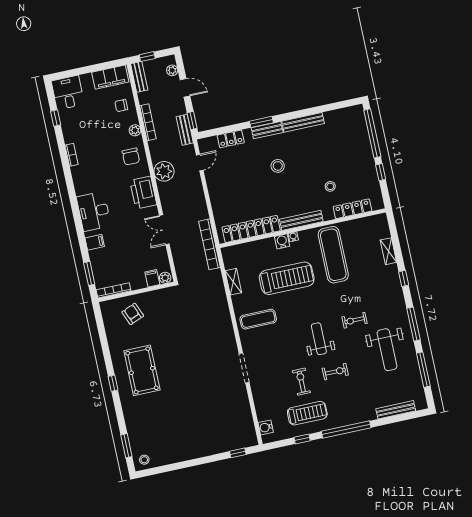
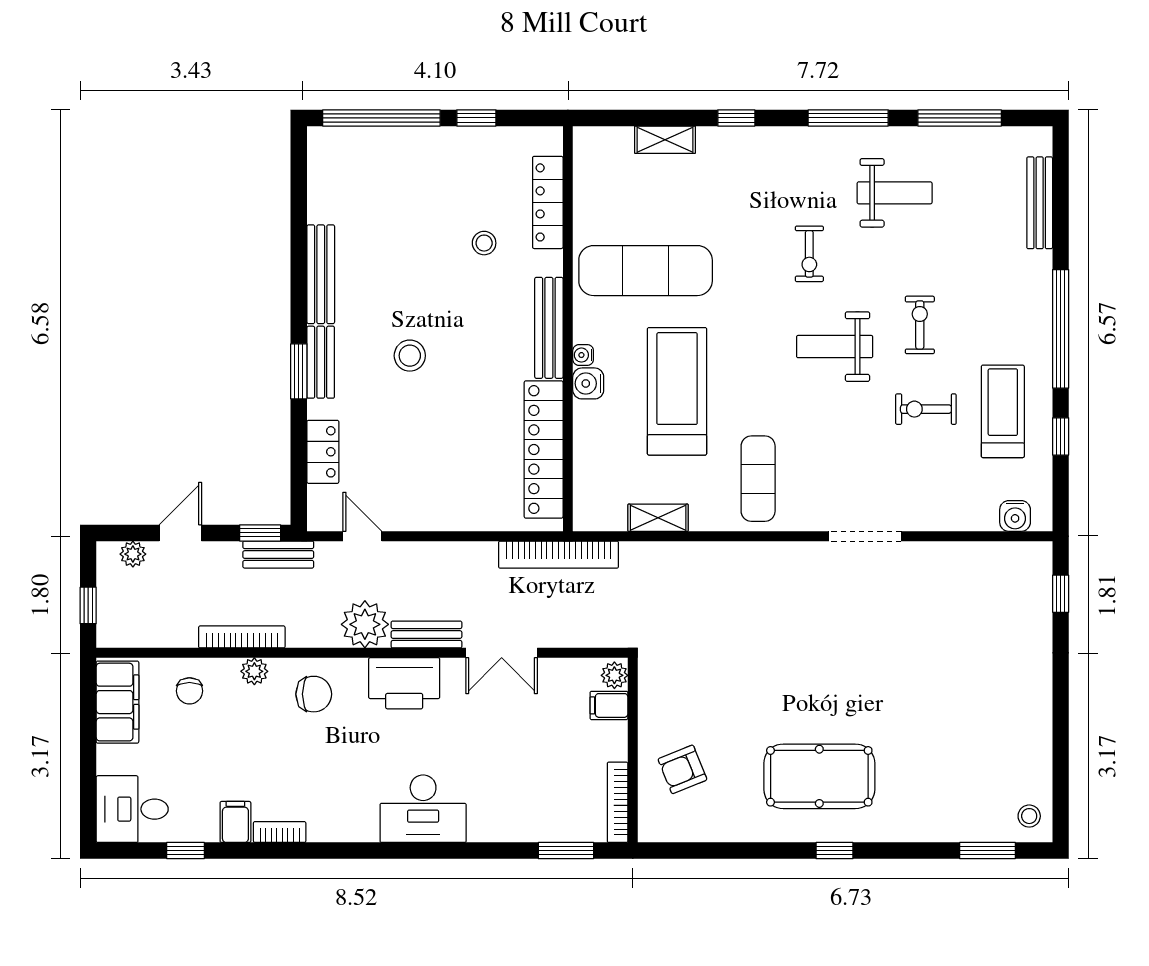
bench: (139, 77) -> (426, 635), moved
filing cabinet: (95, 242) -> (235, 822), moved
weight bench: (387, 350) -> (895, 193), width x0.73, depth x0.75

